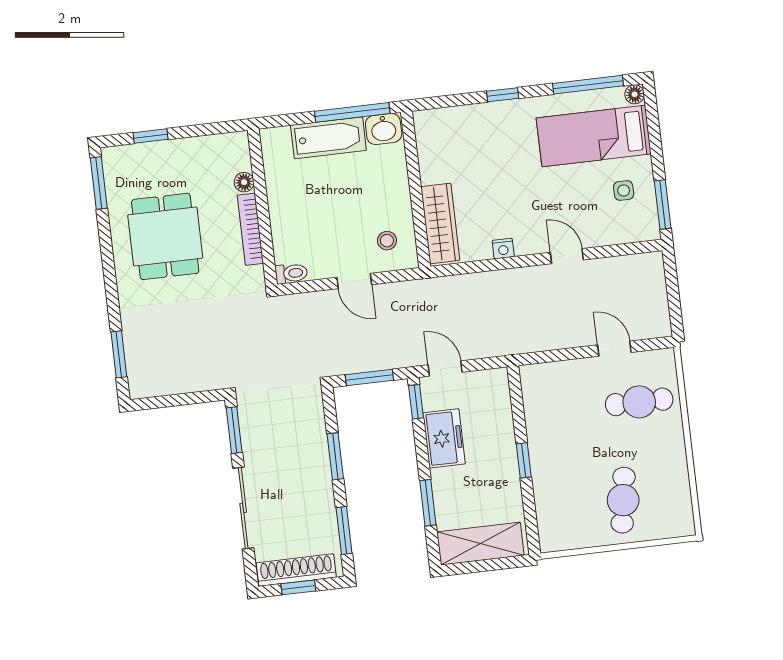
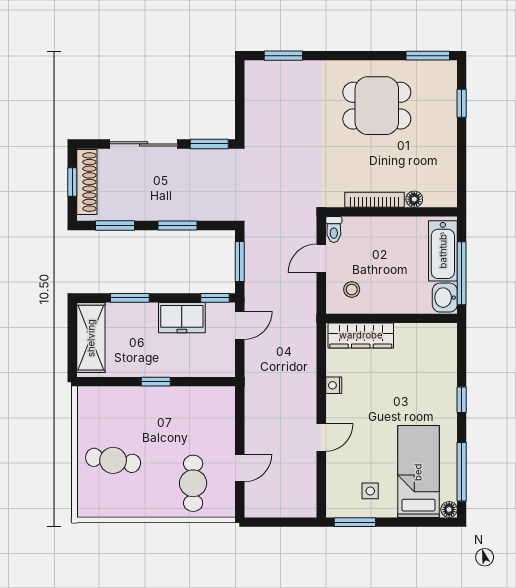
floor lamp: (244, 182) -> (414, 199), moved
wall: (262, 207) -> (391, 212), moved
bookcase: (250, 229) -> (374, 200), moved
toilet: (291, 273) -> (334, 229), moved

